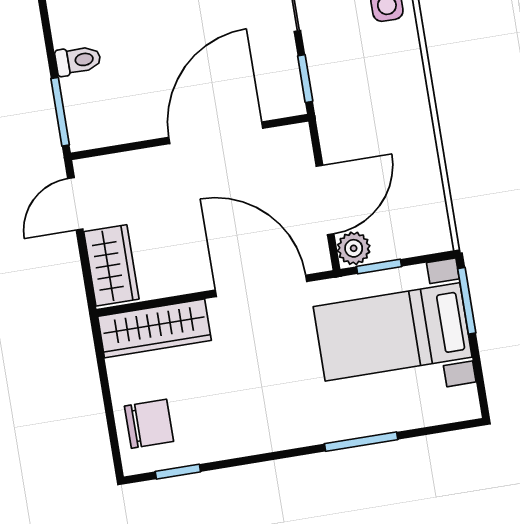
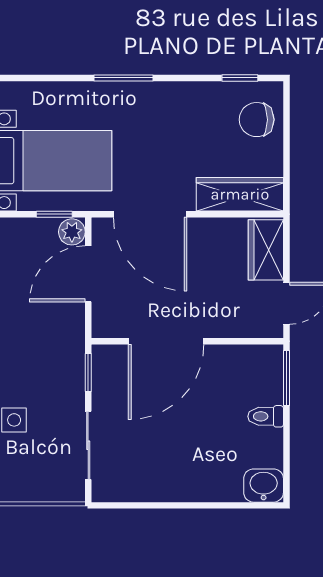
window: (361, 442) -> (123, 78), moved

